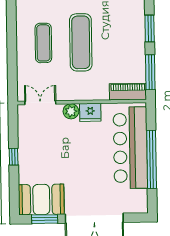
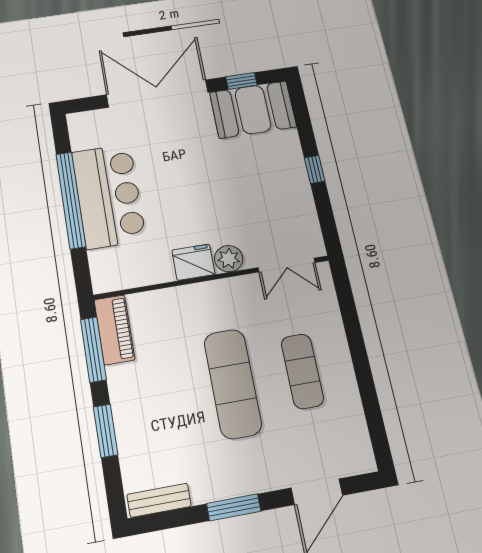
piano: (128, 92) -> (114, 330), moved, turned -90
bar counter: (130, 148) -> (109, 196), width x0.73
window: (45, 219) -> (241, 81), width x0.67

